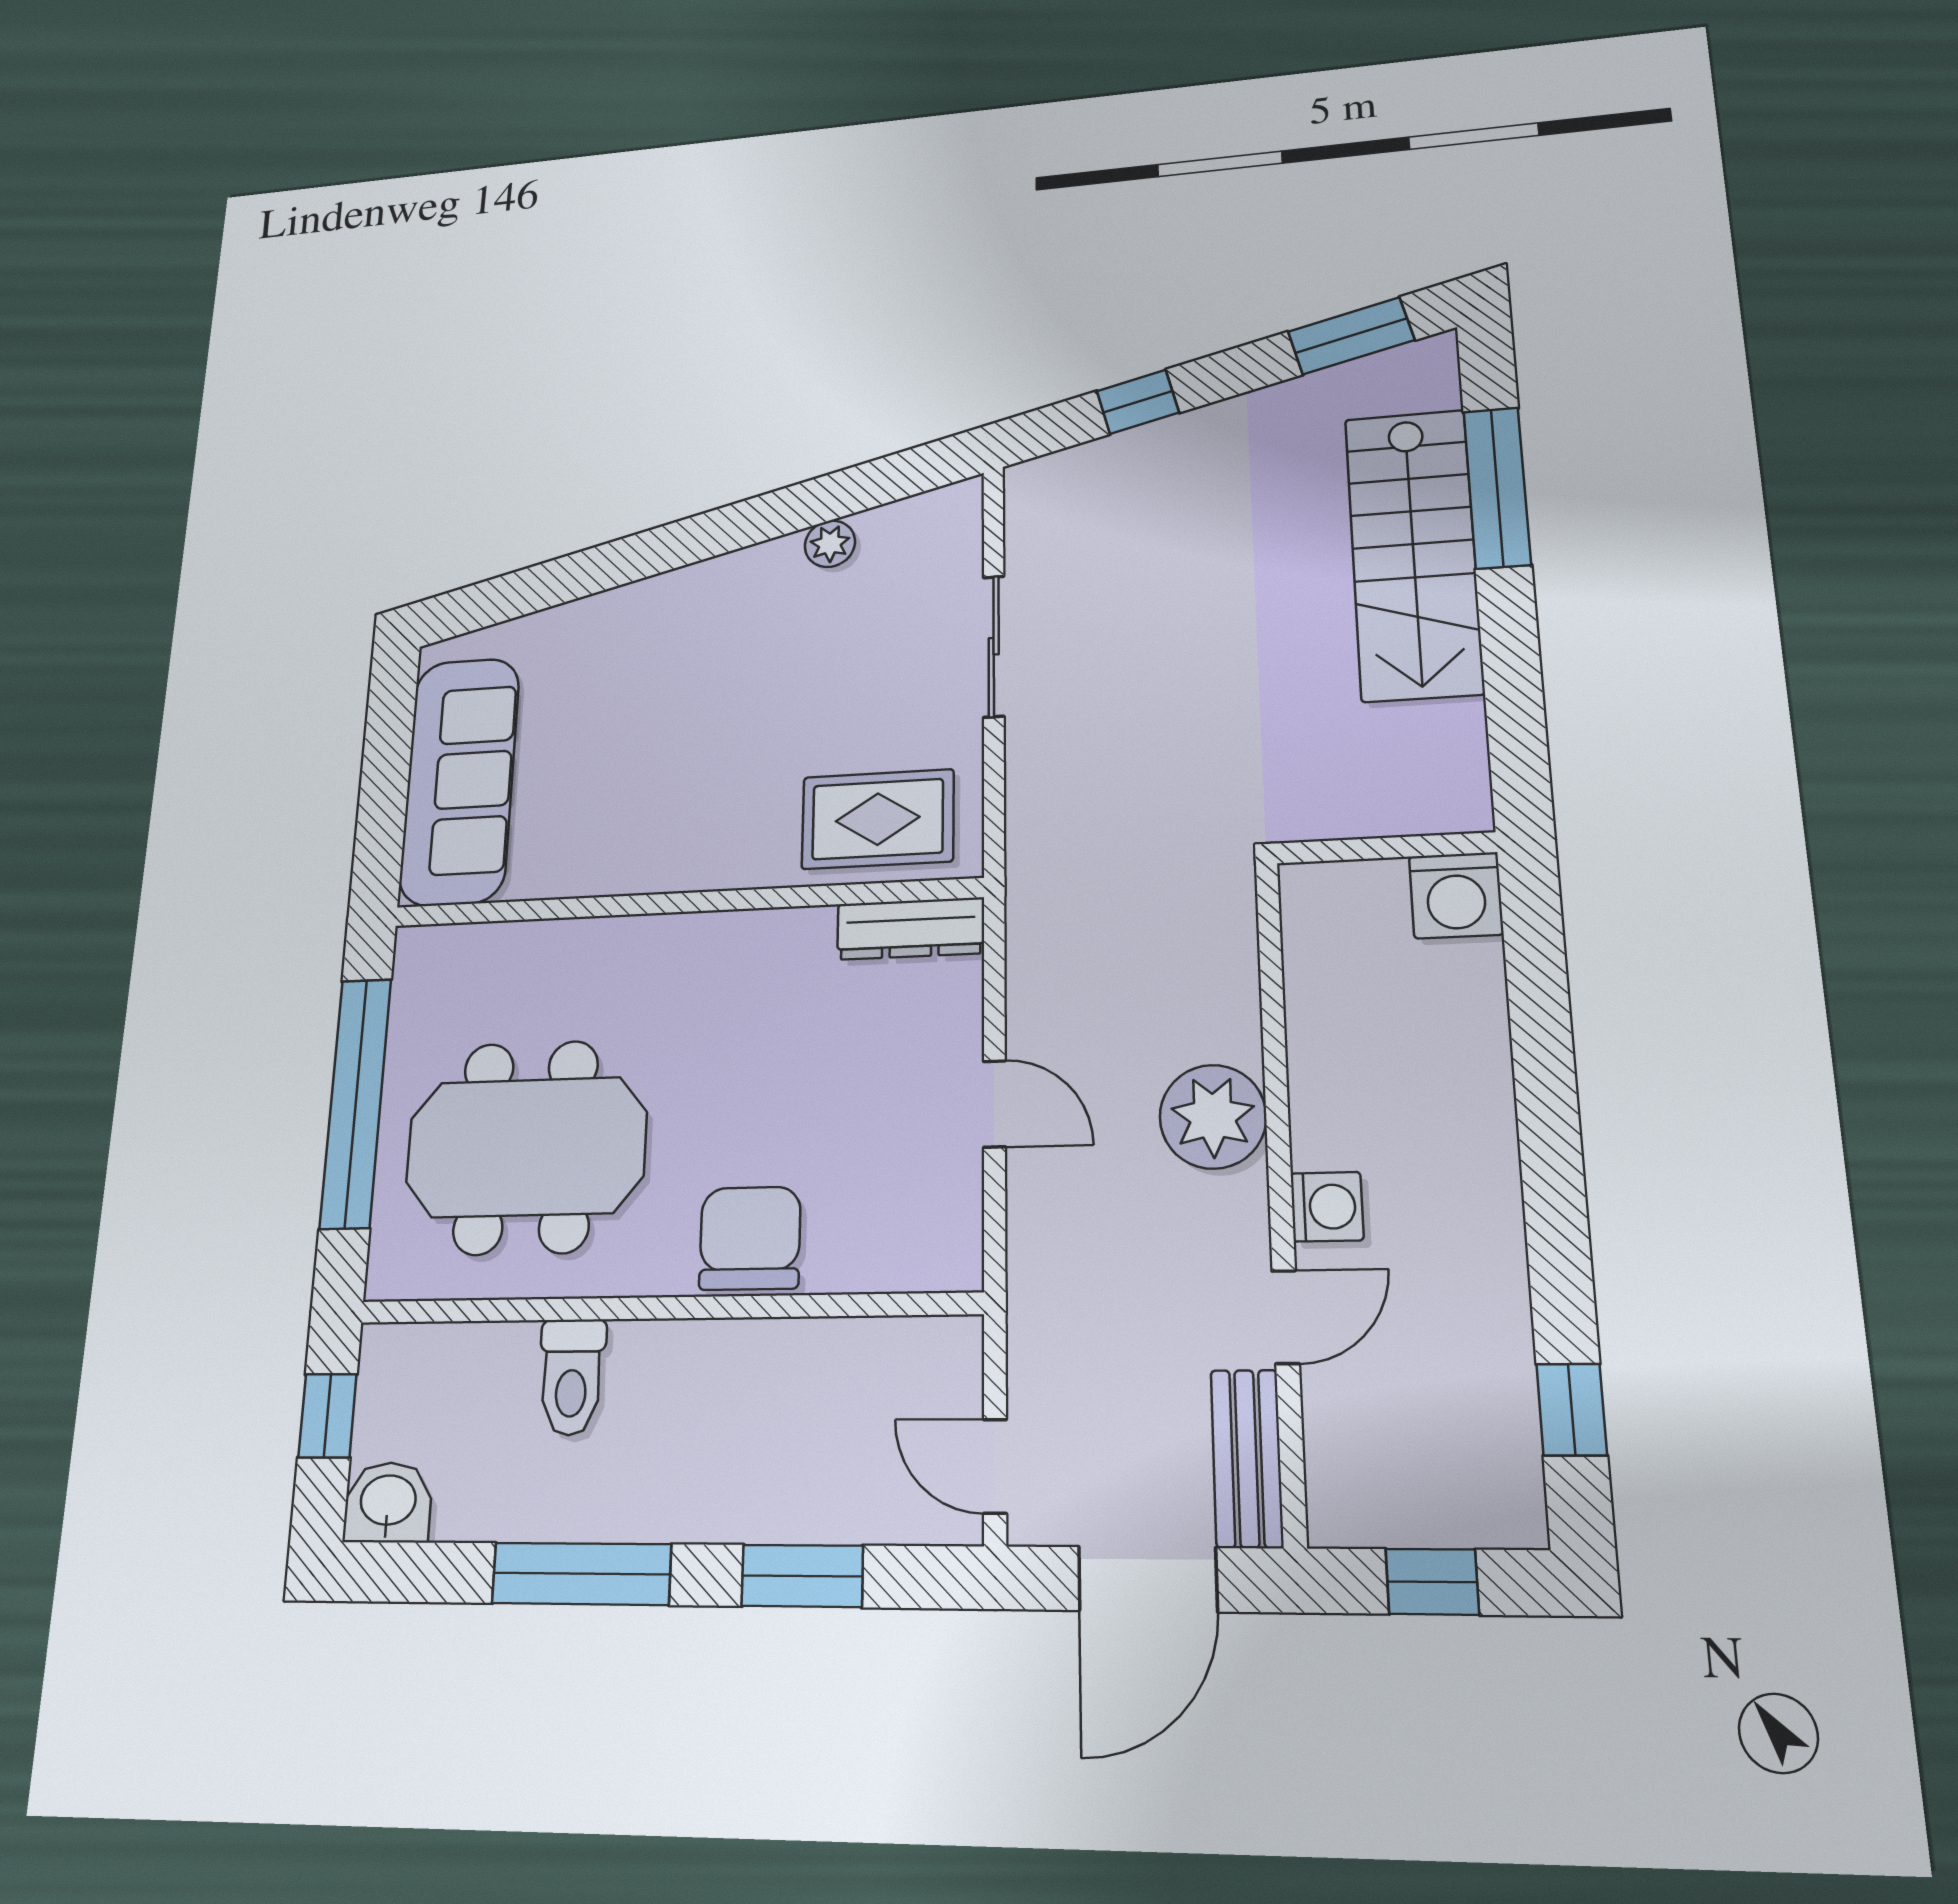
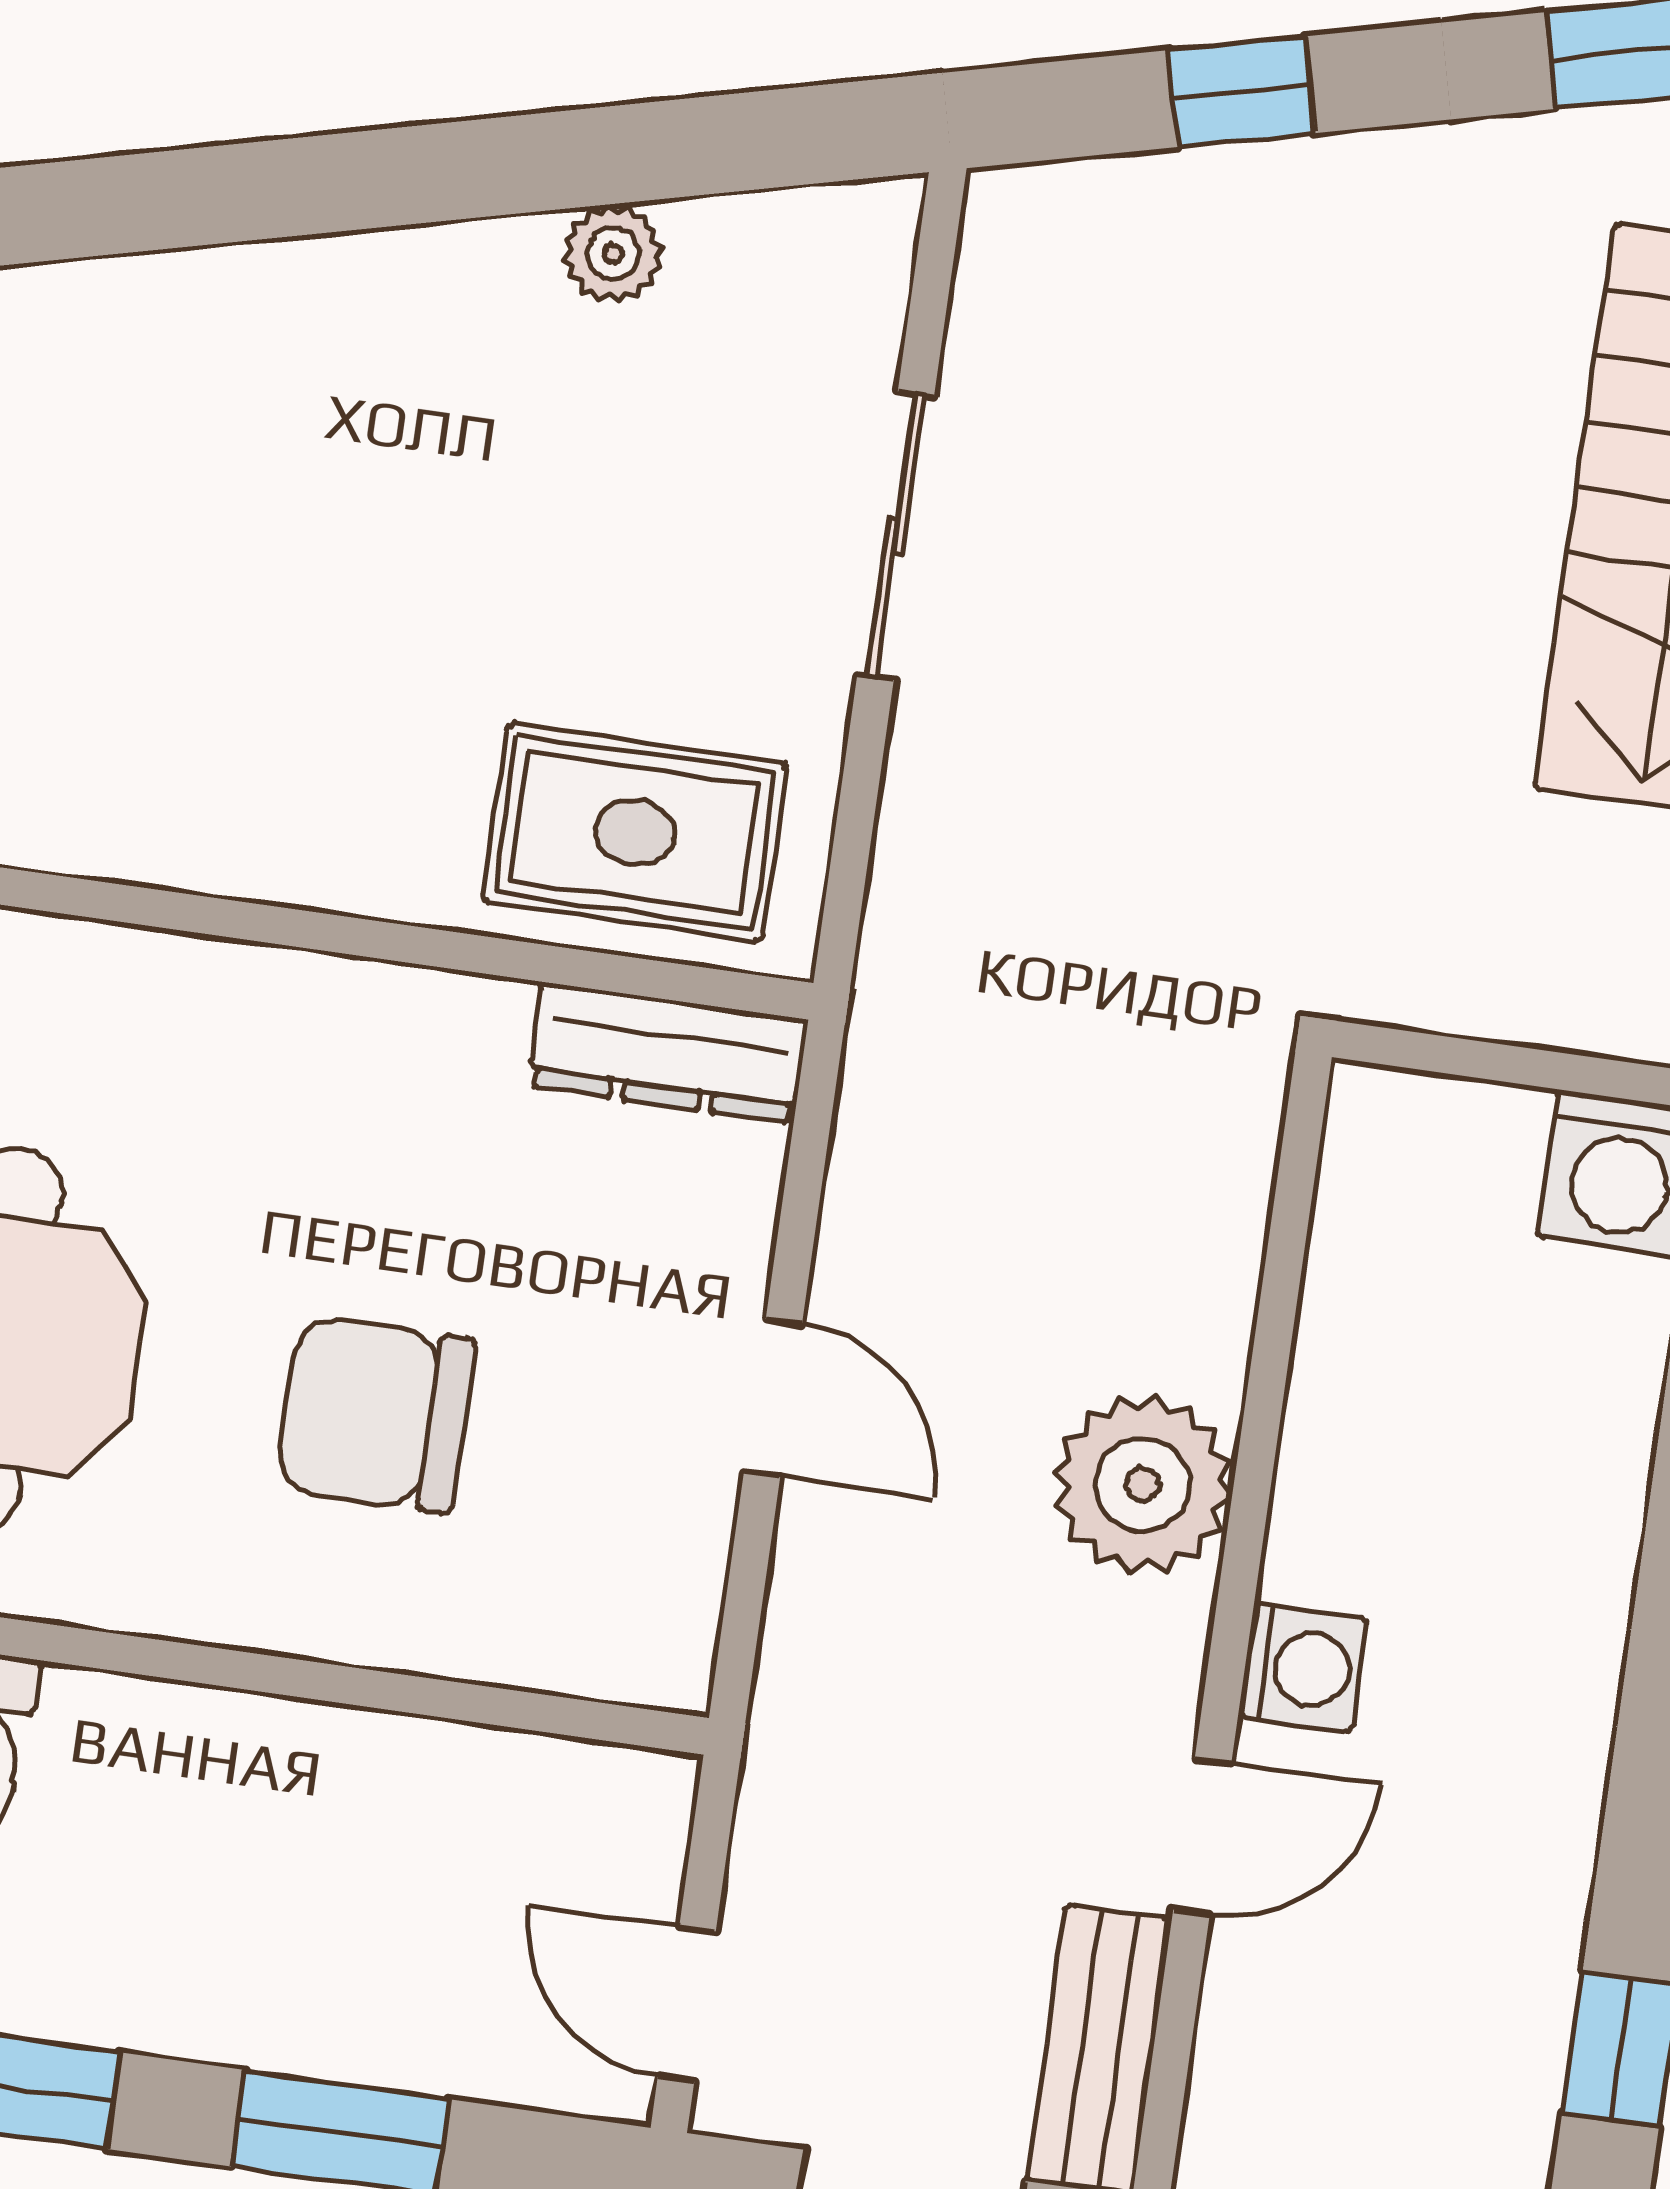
chair: (750, 1238) -> (375, 1414), moved, turned -90

